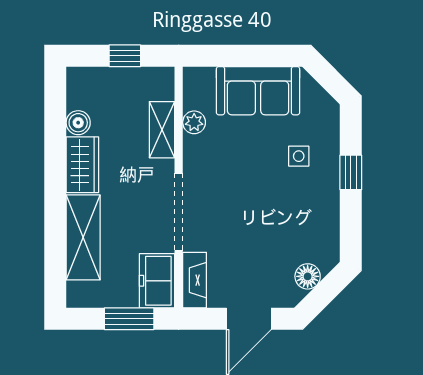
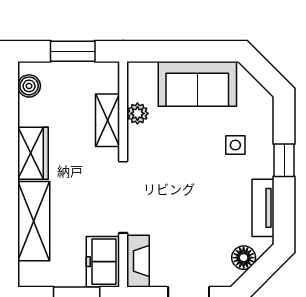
window: (125, 56) -> (73, 51), width x1.50
boiler: (78, 123) -> (29, 86), moved
tv unit: (328, 223) -> (263, 208), added

